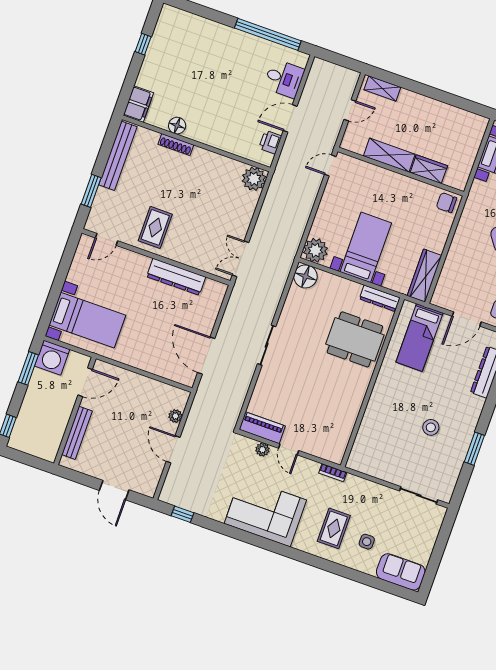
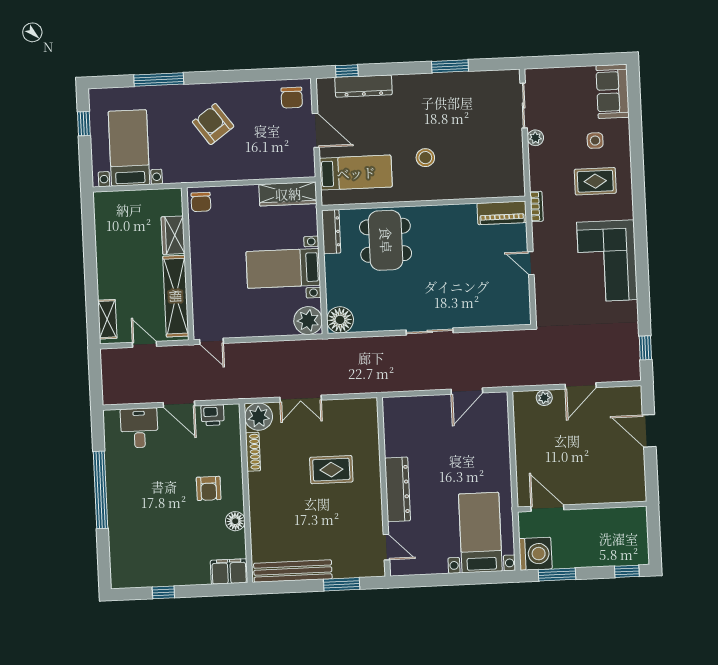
window: (268, 34) -> (101, 490), moved
armchair: (212, 115) -> (209, 488), added
shoe rack: (176, 145) -> (253, 452), moved
shelving: (389, 155) -> (176, 296), width x1.47
rug: (155, 227) -> (331, 470), moved
double door: (241, 259) -> (301, 399), moved
dresser: (176, 277) -> (398, 489), moved
door: (206, 356) -> (467, 391), width x0.73
stool: (431, 427) -> (425, 158), moved
piano: (262, 428) -> (502, 213), moved, turned -90
bench: (77, 433) -> (604, 495), removed
door: (289, 449) -> (531, 263), swing flipped
plant: (262, 450) -> (535, 138), moved
door: (114, 490) -> (649, 431), swing flipped

